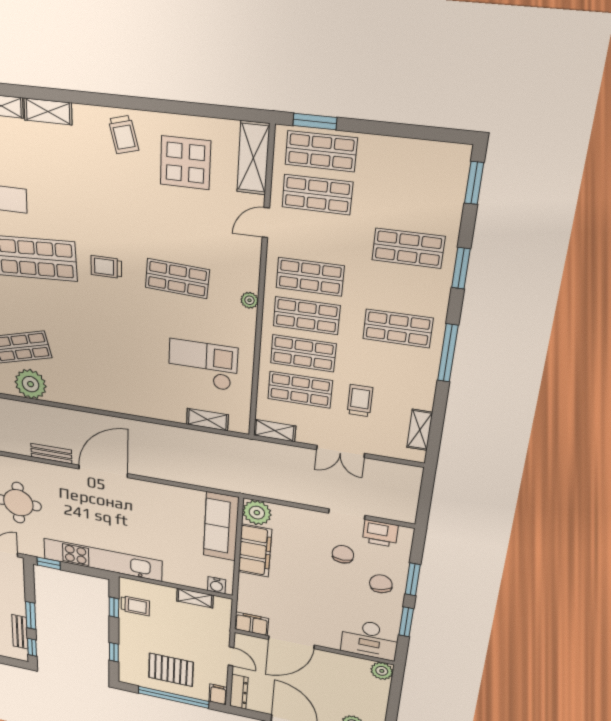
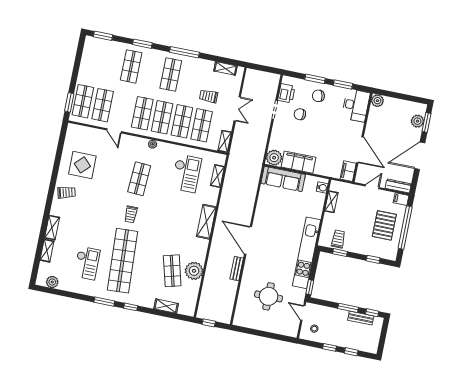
shelving: (253, 158) -> (206, 222), moved, turned 90
checkout: (203, 365) -> (186, 173), turned 180

